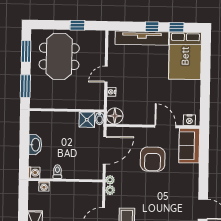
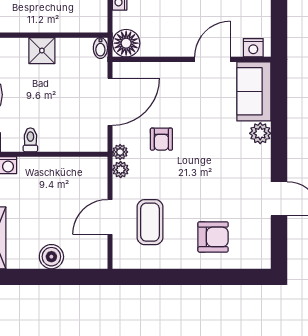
shower: (87, 120) -> (42, 51), moved
door: (165, 126) -> (213, 59), hinge flipped
armchair: (153, 159) -> (161, 139), moved, width x0.53, depth x0.53
plant: (193, 170) -> (260, 133), added

